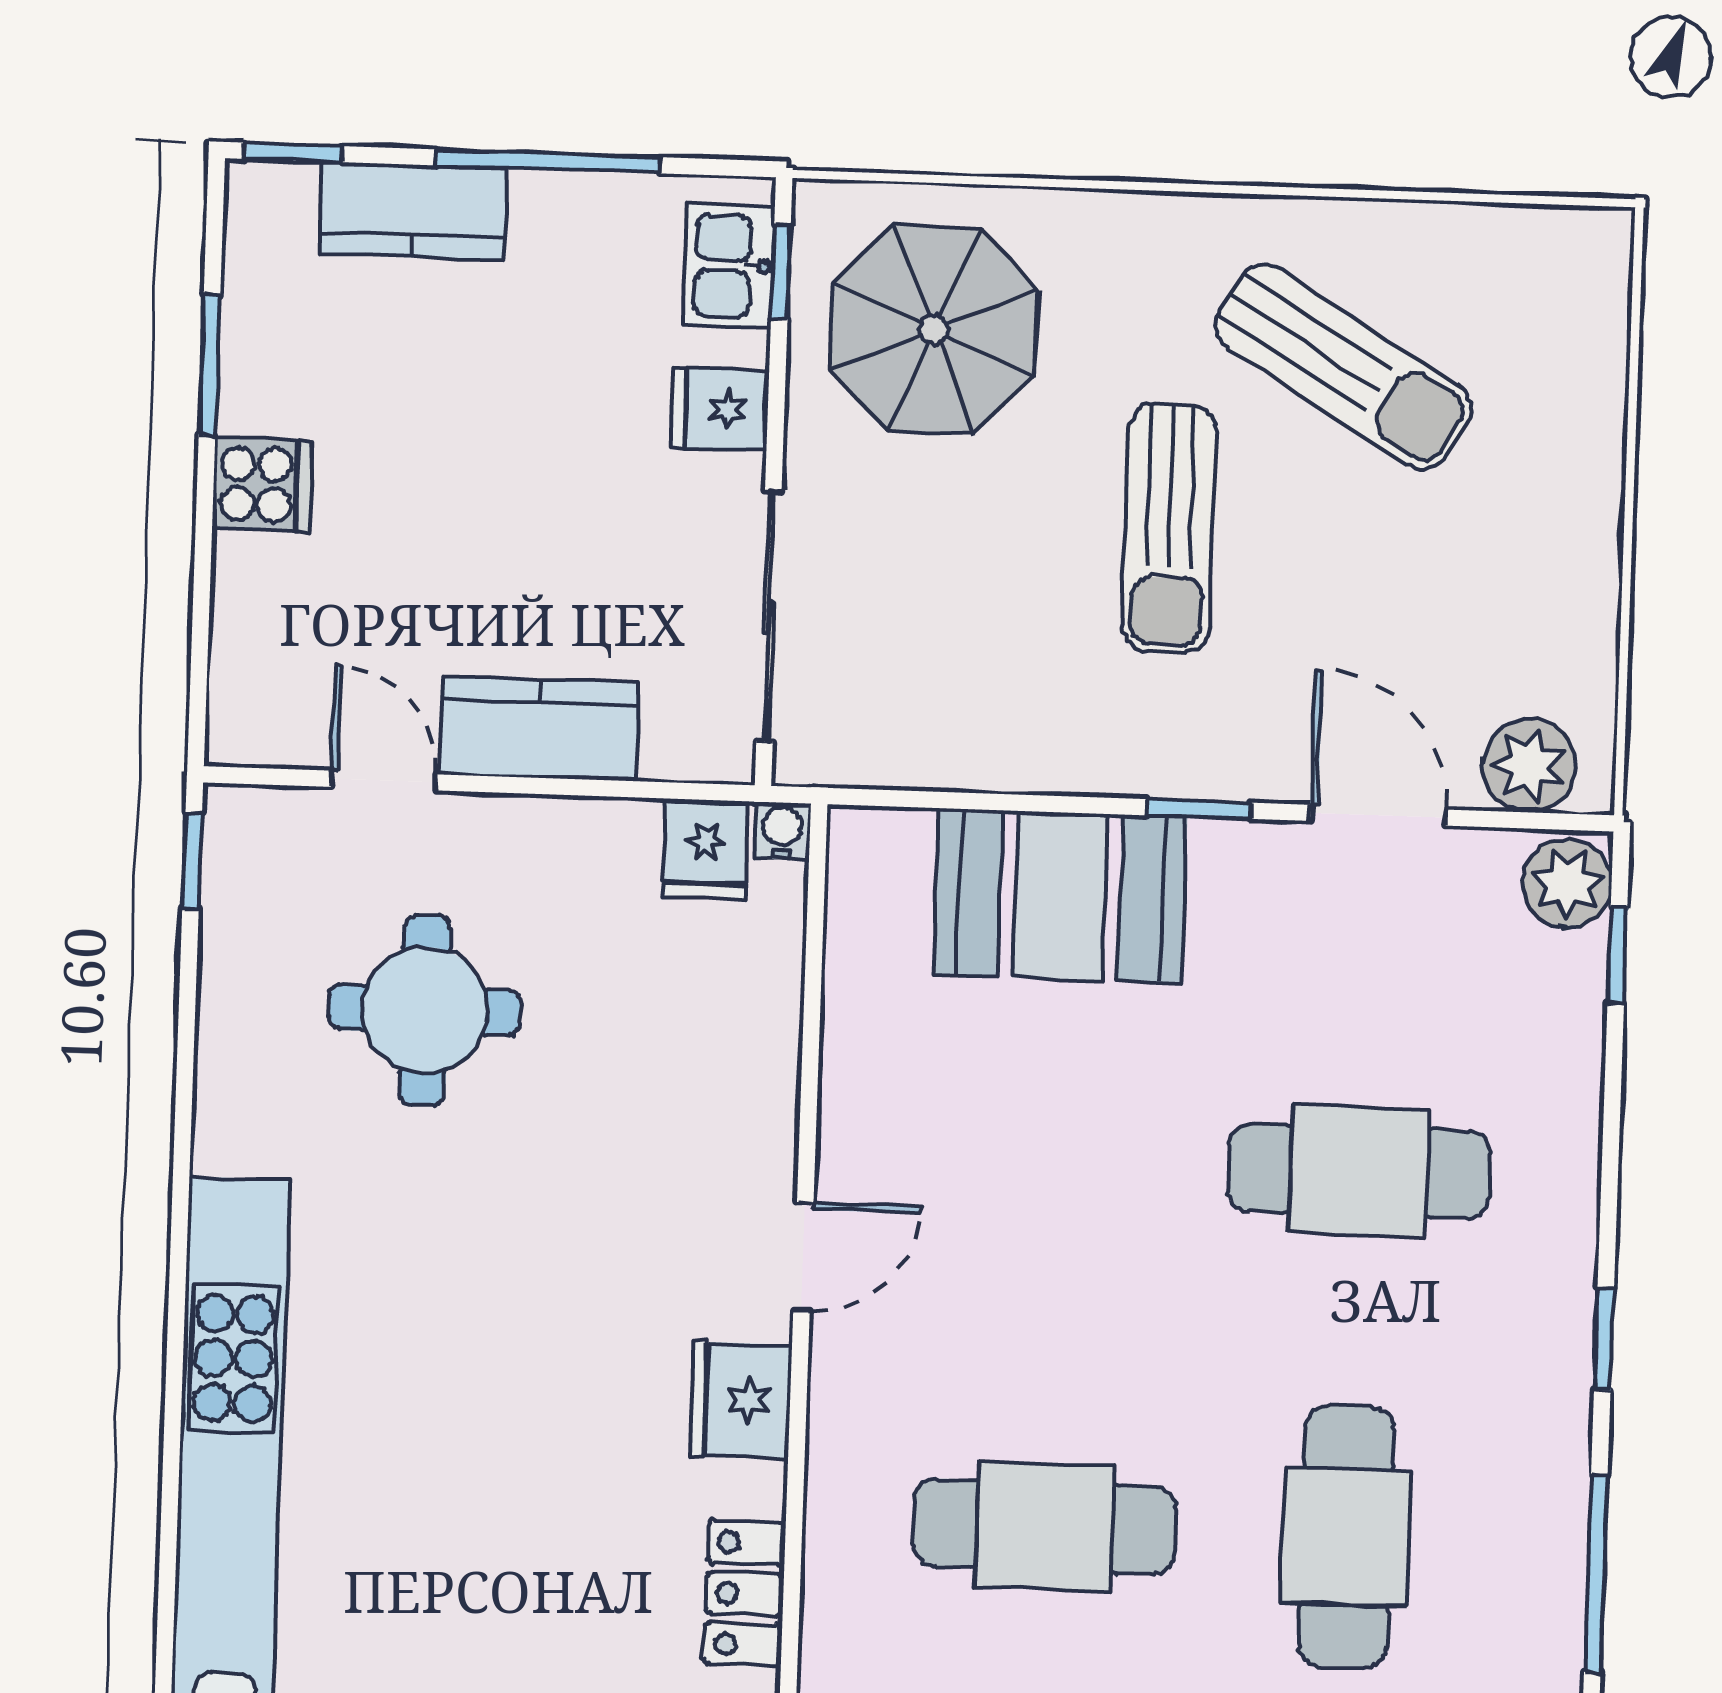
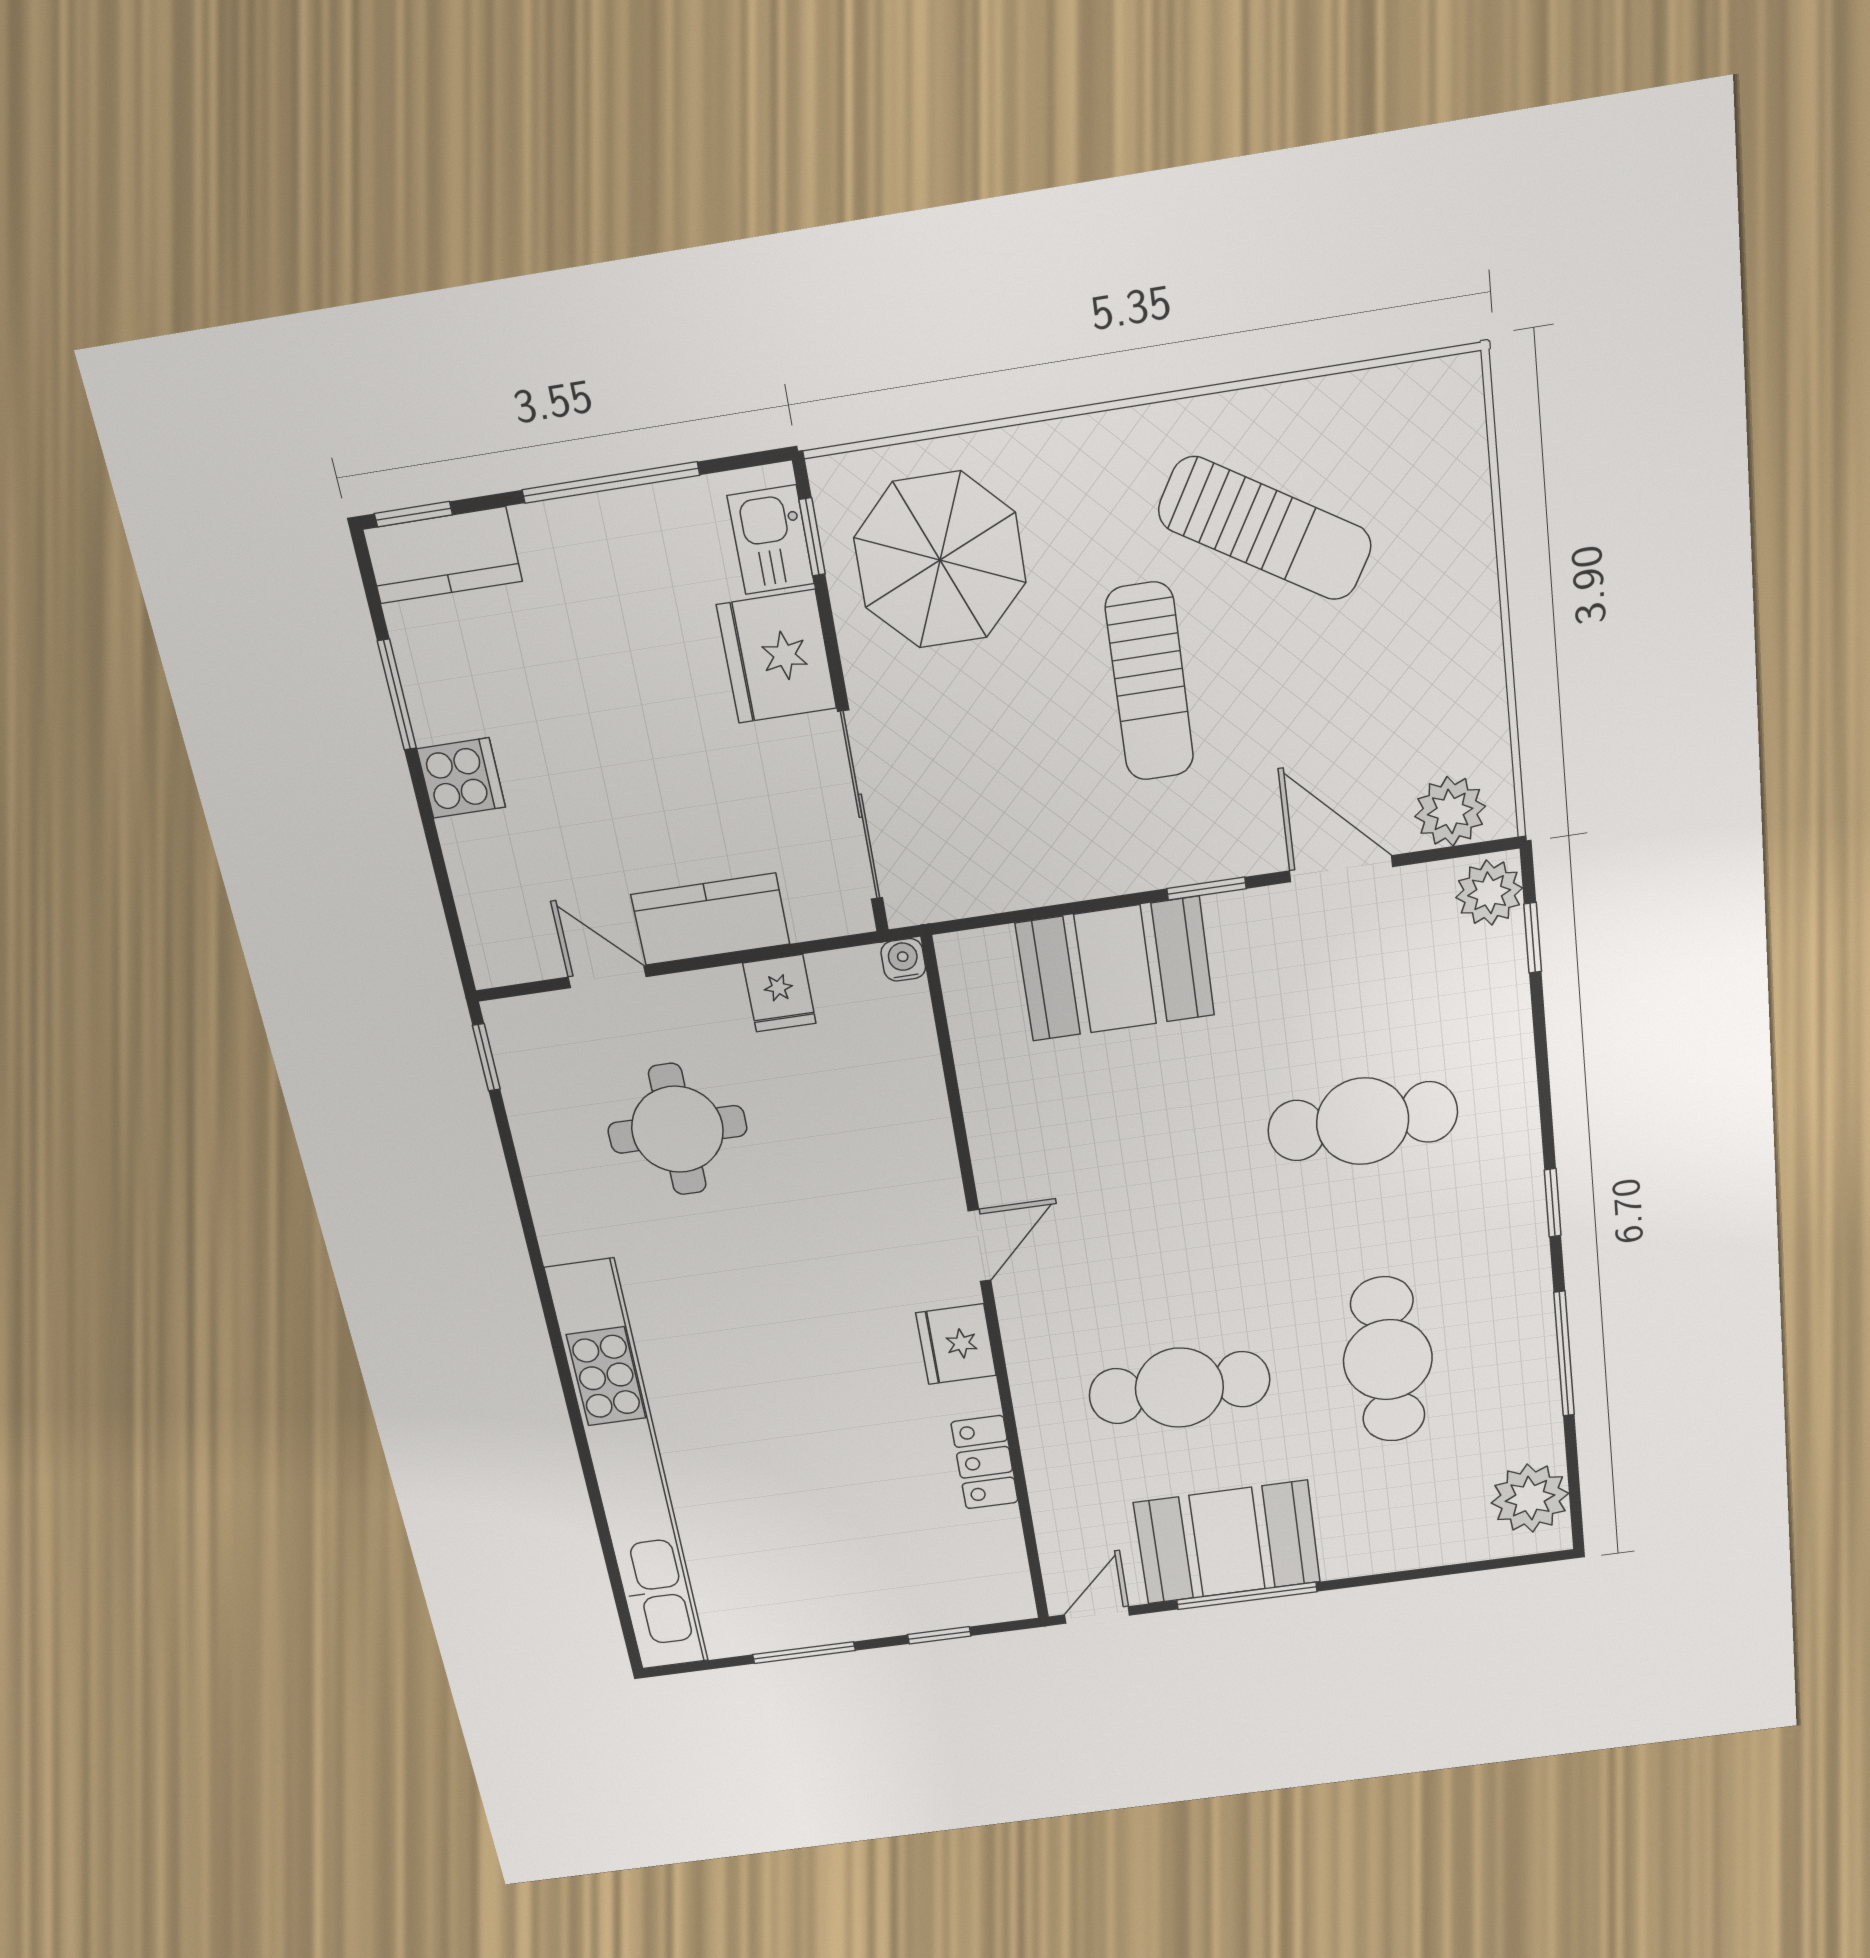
kitchen counter: (413, 211) -> (443, 555), moved
fridge: (720, 409) -> (777, 657), width x1.88, depth x1.34
fridge: (706, 849) -> (779, 993), moved

